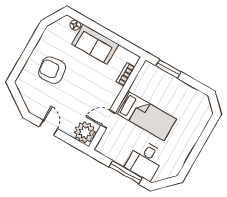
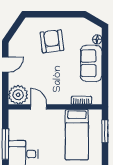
bed: (146, 116) -> (77, 135), moved

